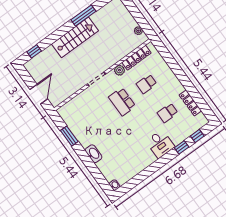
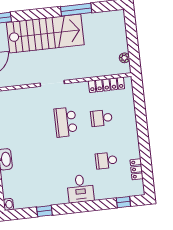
stairs: (75, 37) -> (45, 34), width x1.36, depth x1.51
plant: (119, 70) -> (81, 88), removed
locker: (190, 103) -> (137, 169), width x0.66
window: (182, 147) -> (44, 211), moved

